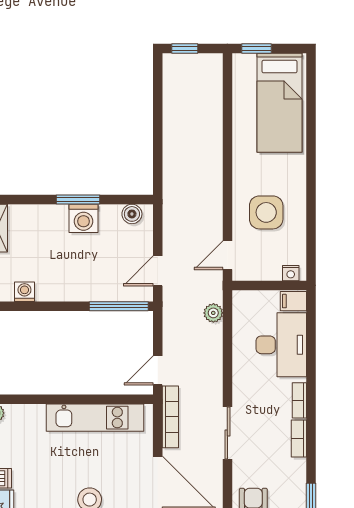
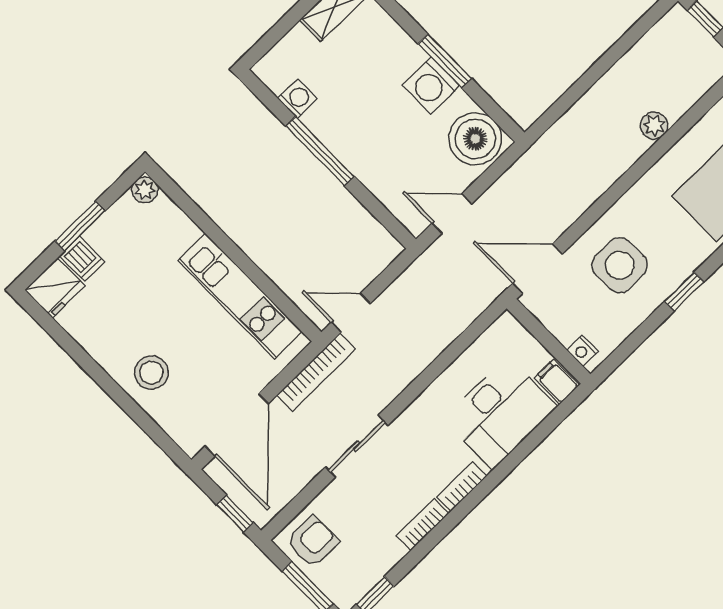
window: (311, 193) -> (684, 292), added
boiler: (132, 214) -> (475, 139), width x1.86, depth x1.86
door: (227, 255) -> (537, 269), width x1.38
window: (119, 306) -> (320, 151), moved
plant: (213, 313) -> (654, 126), moved

